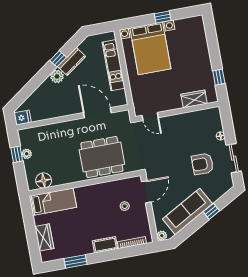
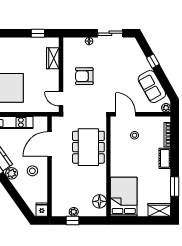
stool: (64, 99) -> (32, 171), added
door: (150, 116) -> (61, 99), swing flipped
armchair: (202, 164) -> (84, 76), moved, turned 90
bed: (53, 202) -> (124, 197), width x1.50
sofa: (188, 211) -> (152, 87), width x0.73
wardrobe: (44, 237) -> (159, 210), moved

